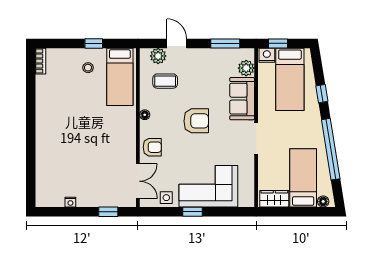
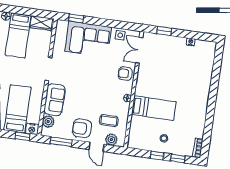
window: (65, 43) -> (178, 158), added
bed: (120, 77) -> (154, 108), moved, turned 90
armchair: (196, 121) -> (82, 128), moved
window: (192, 212) -> (76, 18), moved

